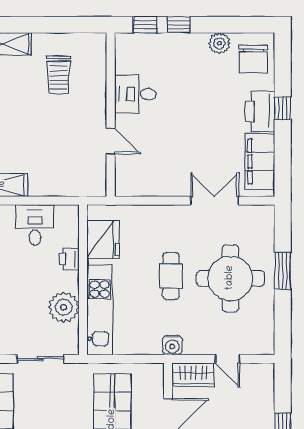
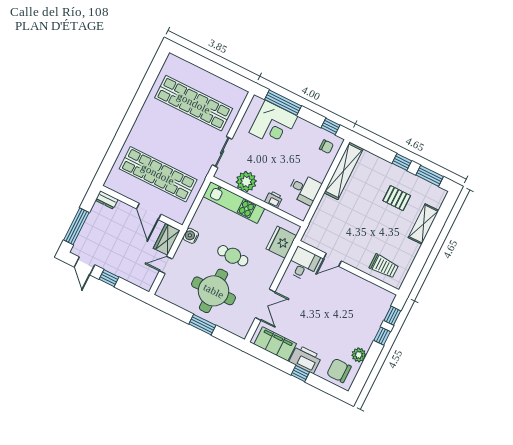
trolley: (58, 75) -> (384, 266), moved, turned 180
desk: (135, 94) -> (303, 264), moved
fridge: (103, 240) -> (281, 242), moved, turned 90

